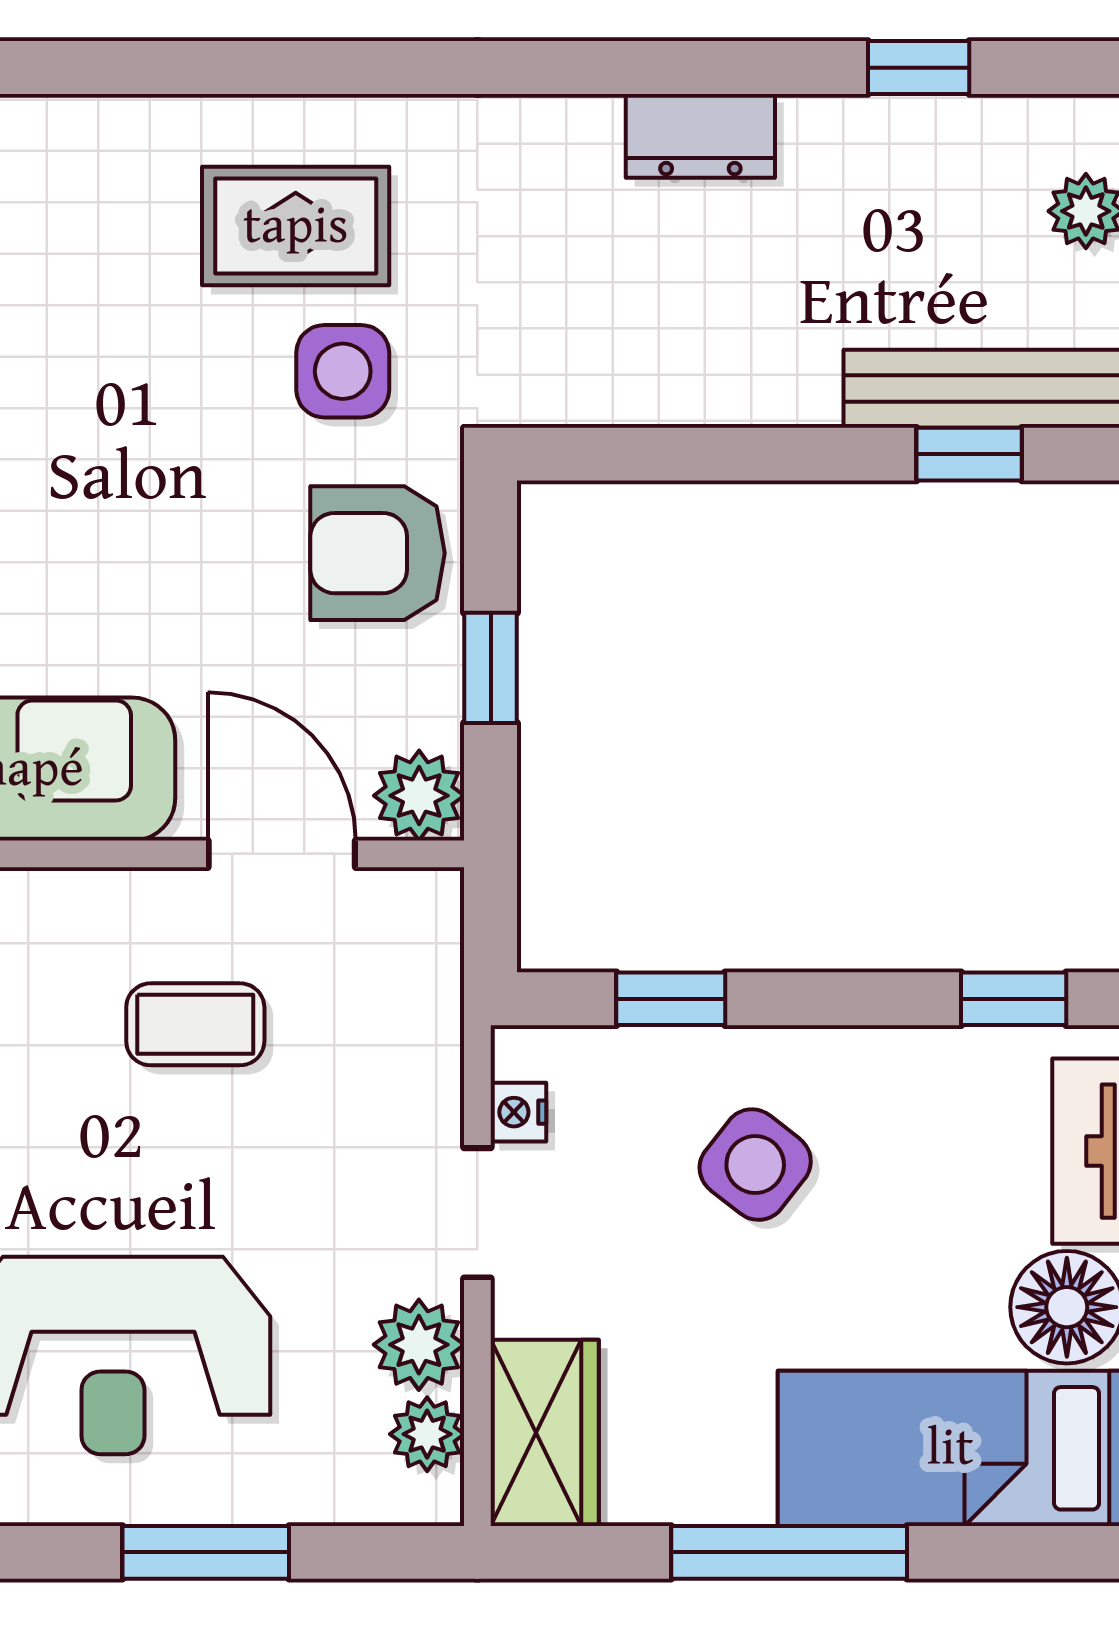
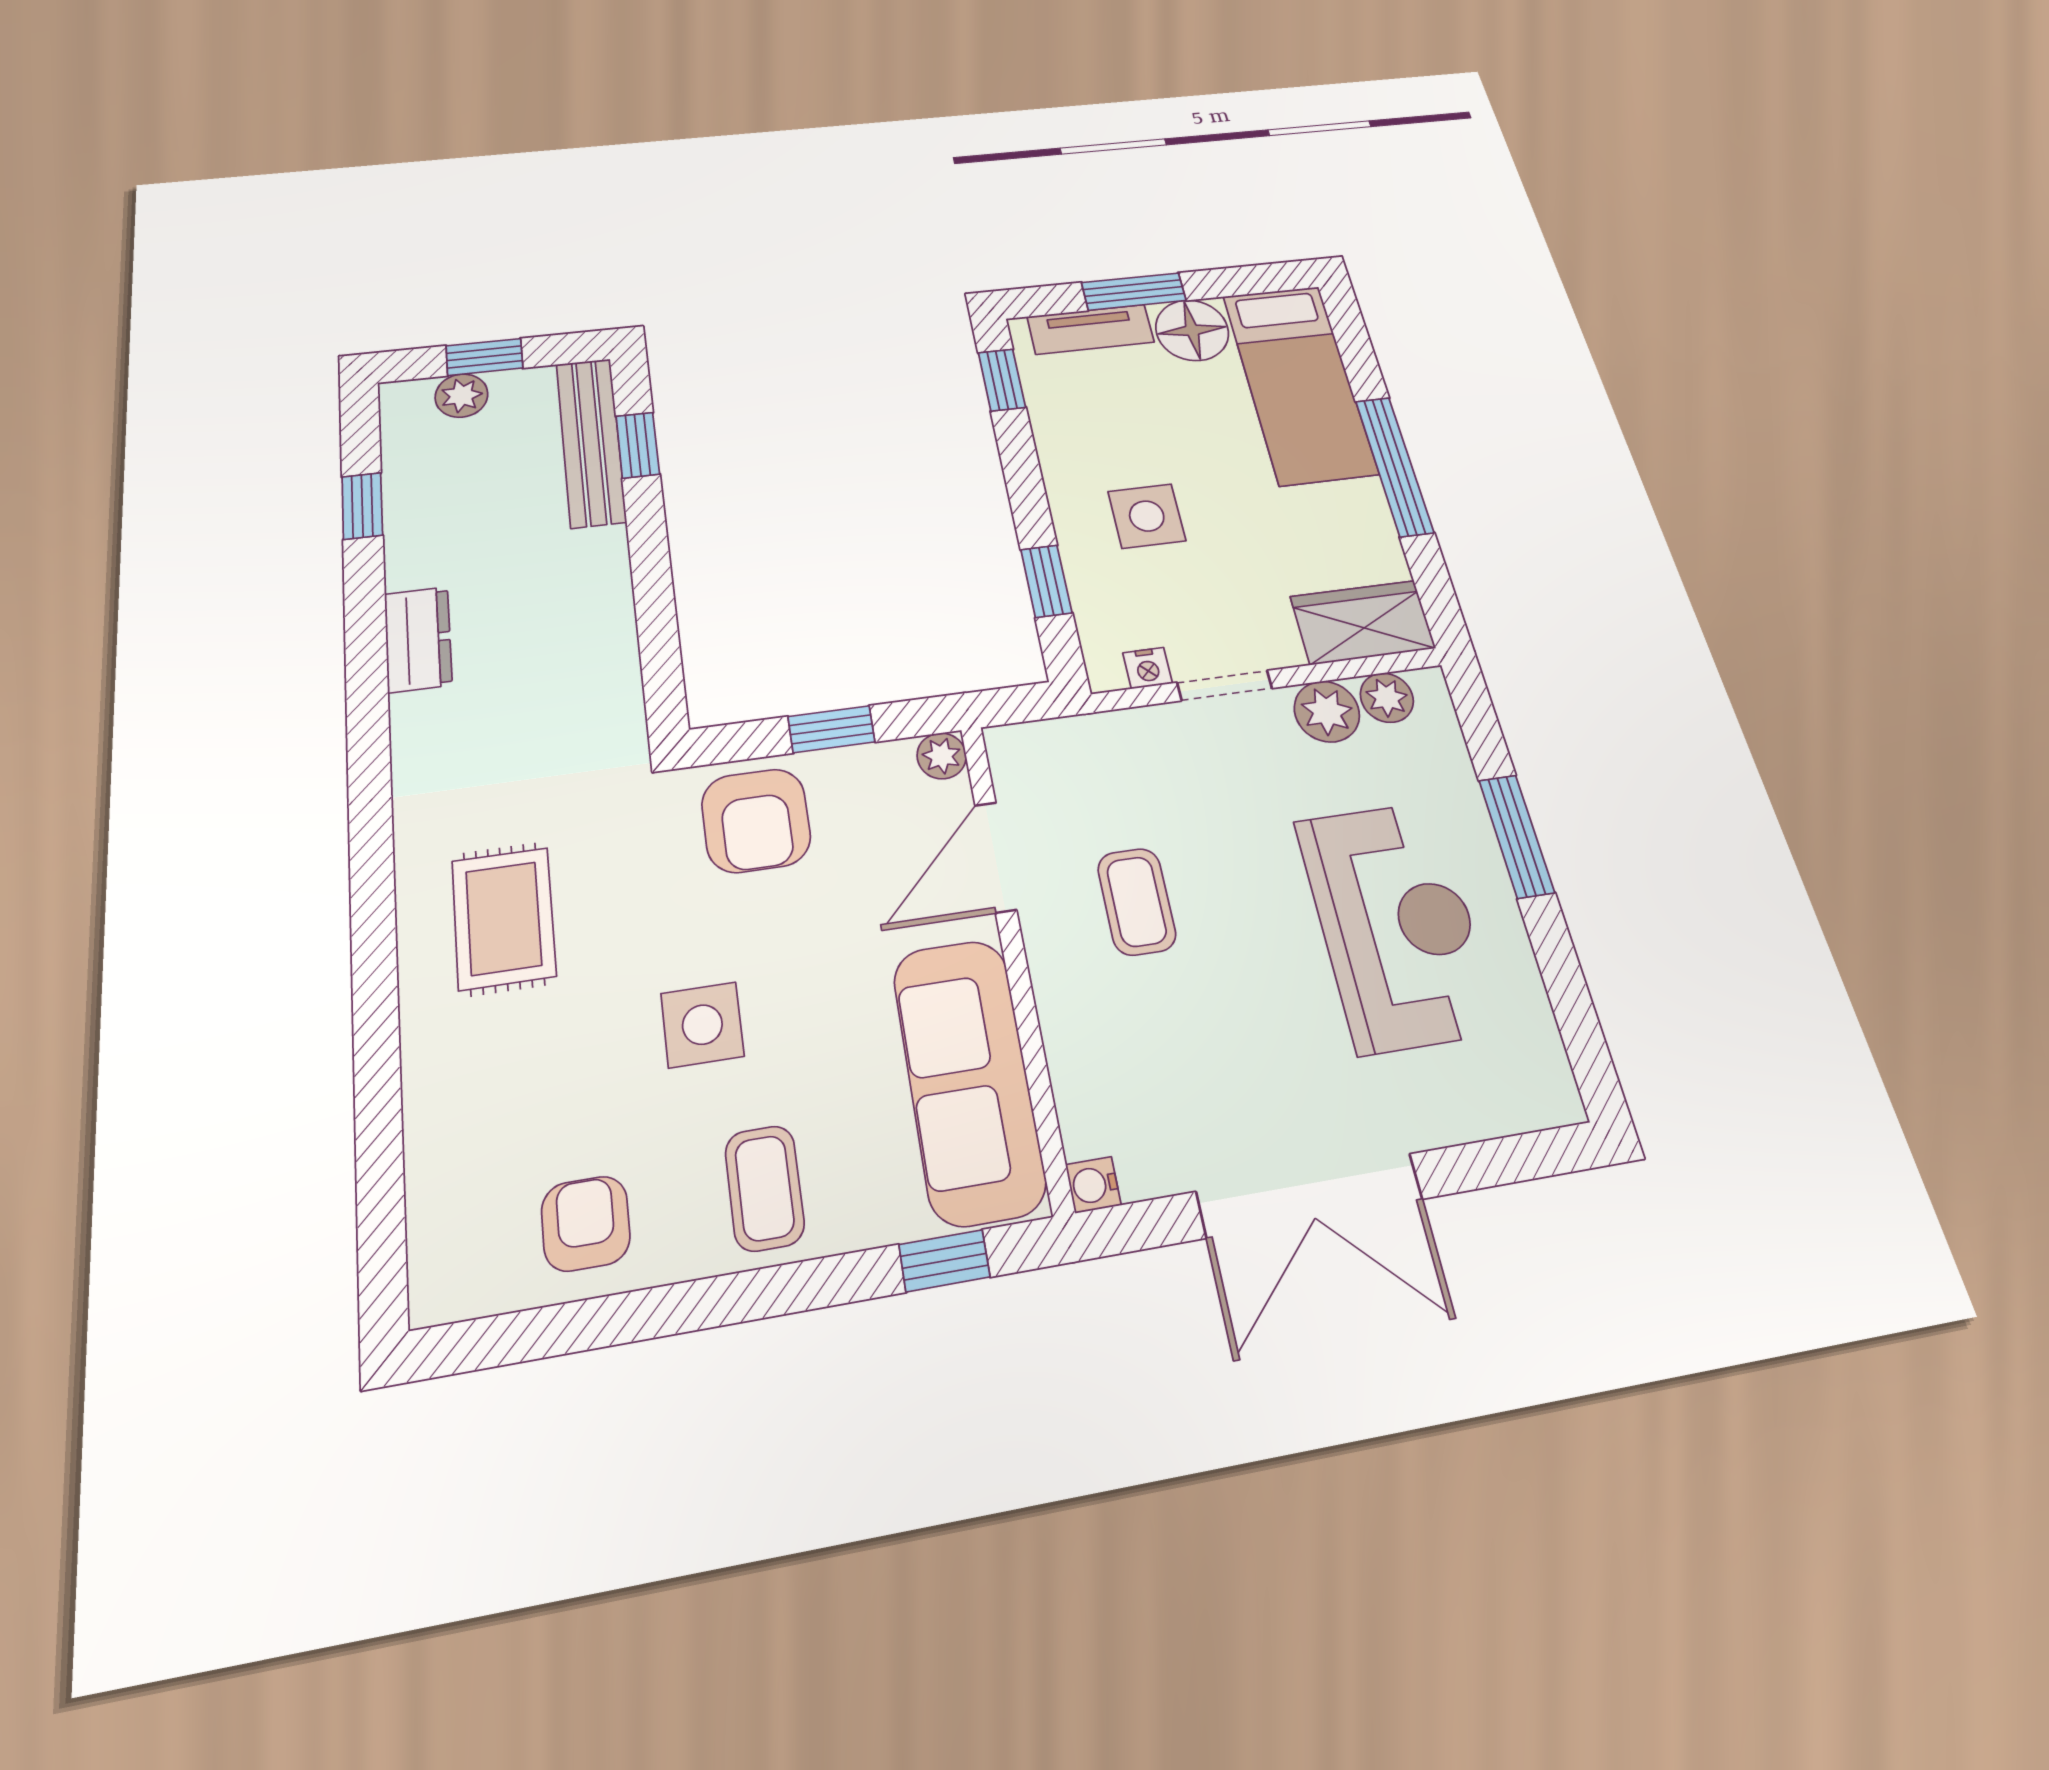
side table: (343, 371) -> (702, 1025), moved
plant: (419, 796) -> (942, 756), width x0.73, depth x0.73
side table: (755, 1165) -> (1147, 516), turned -38

